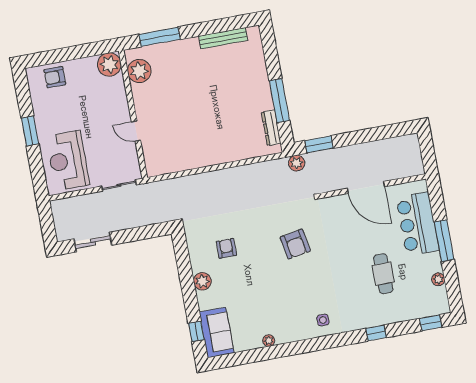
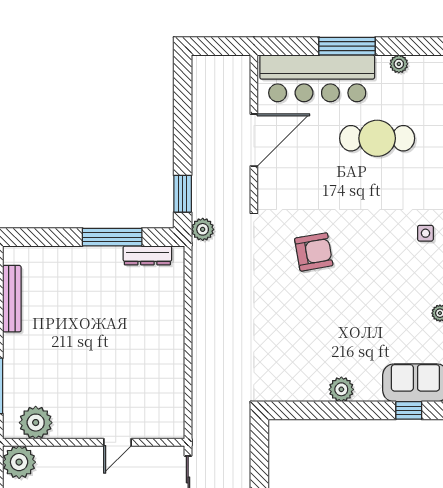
bar counter: (418, 224) -> (317, 78), width x1.36
armchair: (226, 248) -> (302, 348), removed
cafe table: (383, 274) -> (377, 138), width x1.37, depth x1.35

